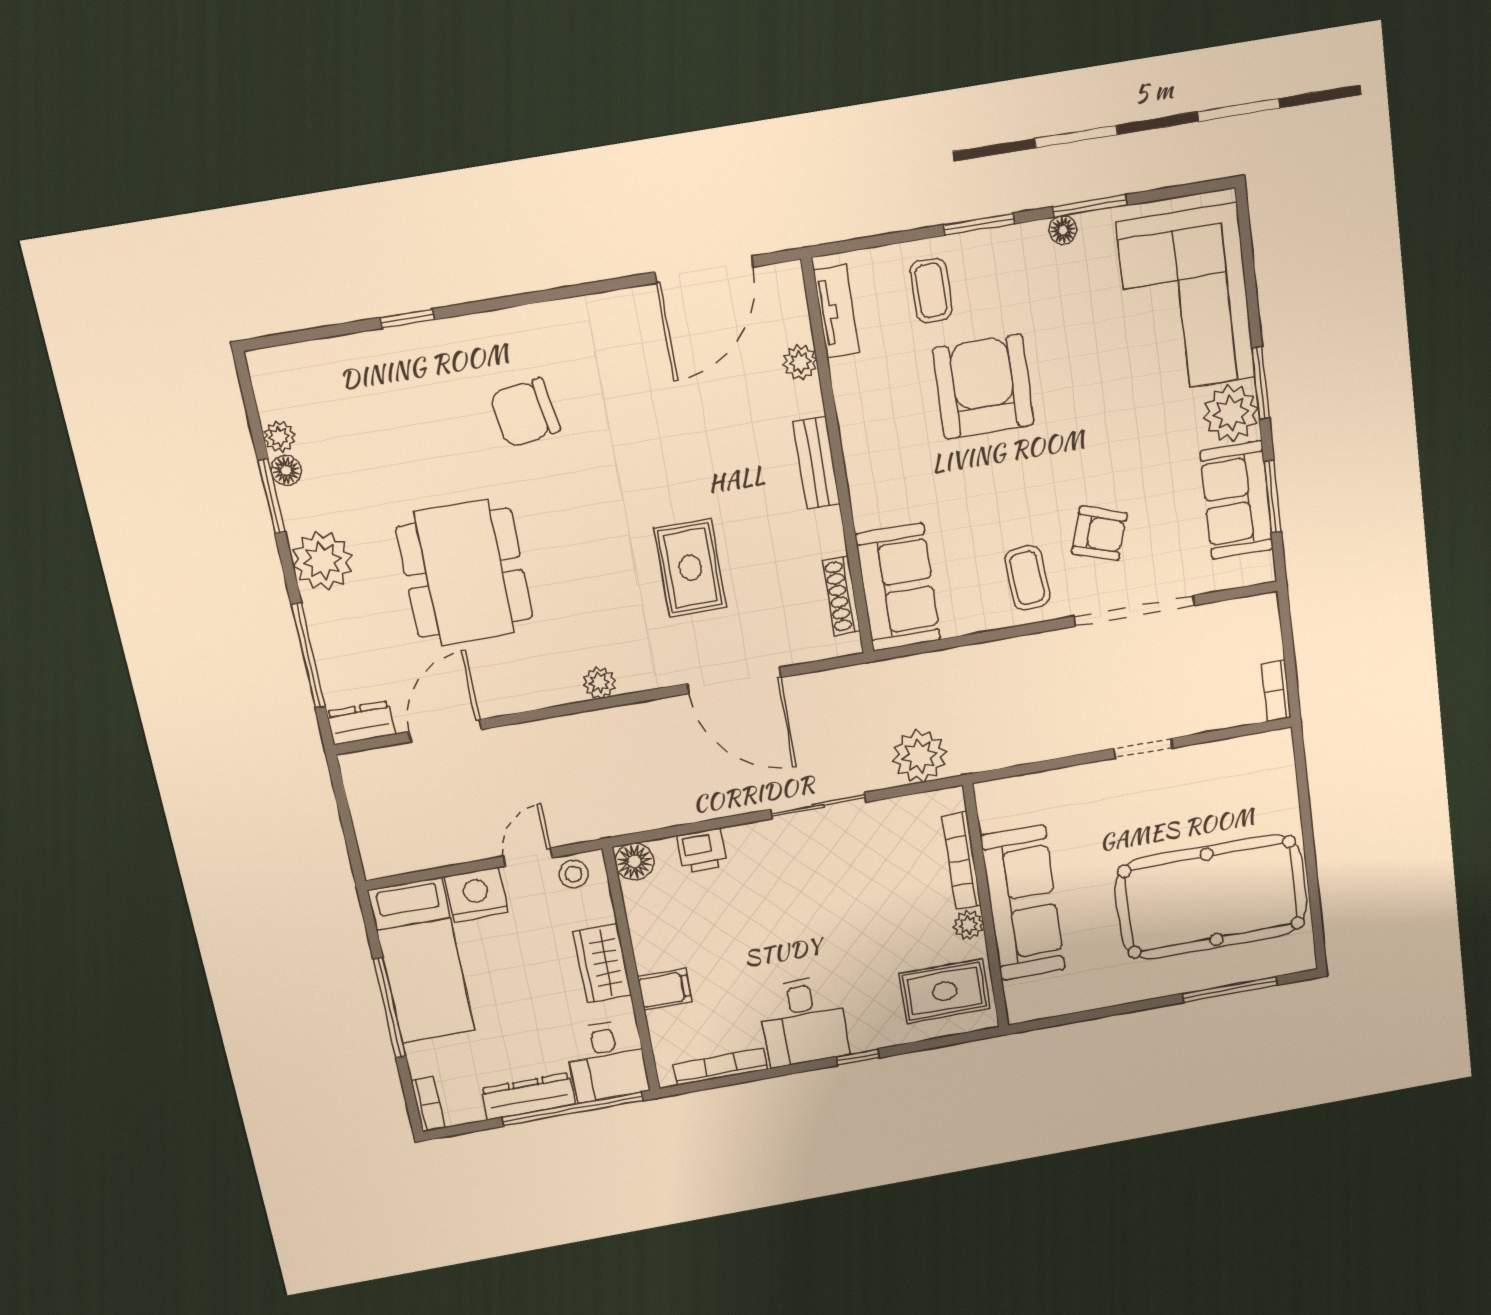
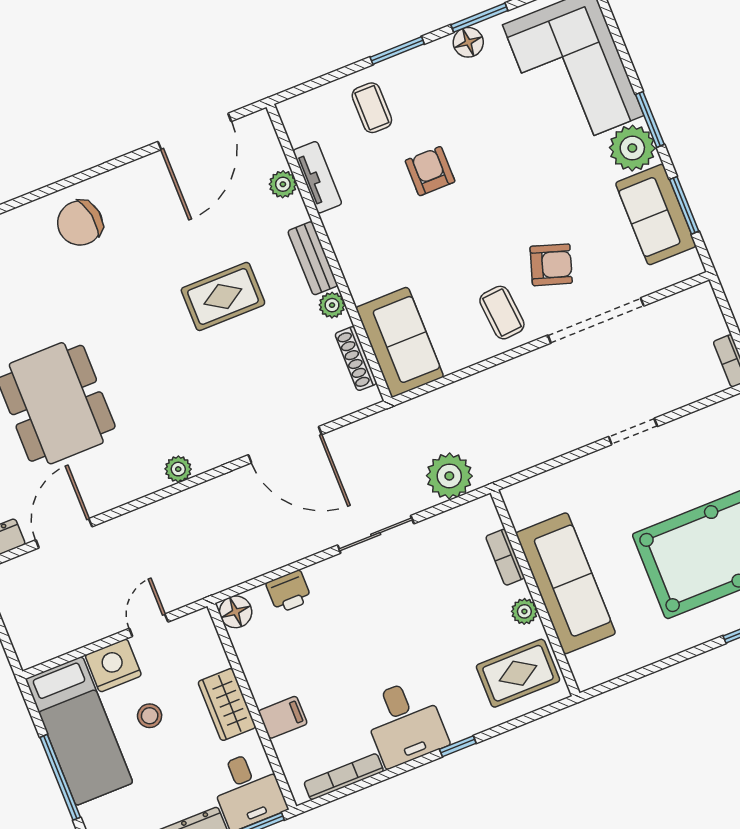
floor lamp: (1063, 230) -> (468, 42), width x1.37, depth x1.37
tv unit: (836, 311) -> (317, 177), moved
armchair: (983, 387) -> (430, 171), width x0.53, depth x0.53
chair: (525, 413) -> (80, 223), moved
plant: (827, 525) -> (332, 305), added
rug: (690, 568) -> (223, 296), moved, turned 90
bookcase: (962, 861) -> (505, 557), width x0.64
stool: (574, 874) -> (150, 716), moved

